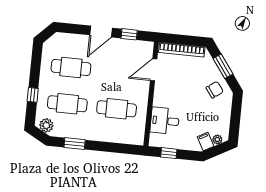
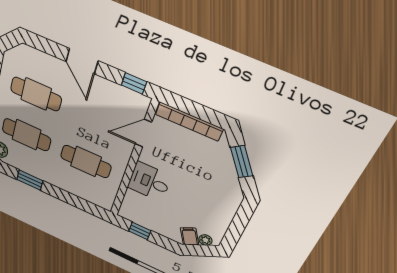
door: (101, 32) -> (82, 61), hinge flipped
window: (129, 34) -> (134, 83), moved
chair: (215, 90) -> (220, 185), removed
desk: (165, 121) -> (149, 182), moved

